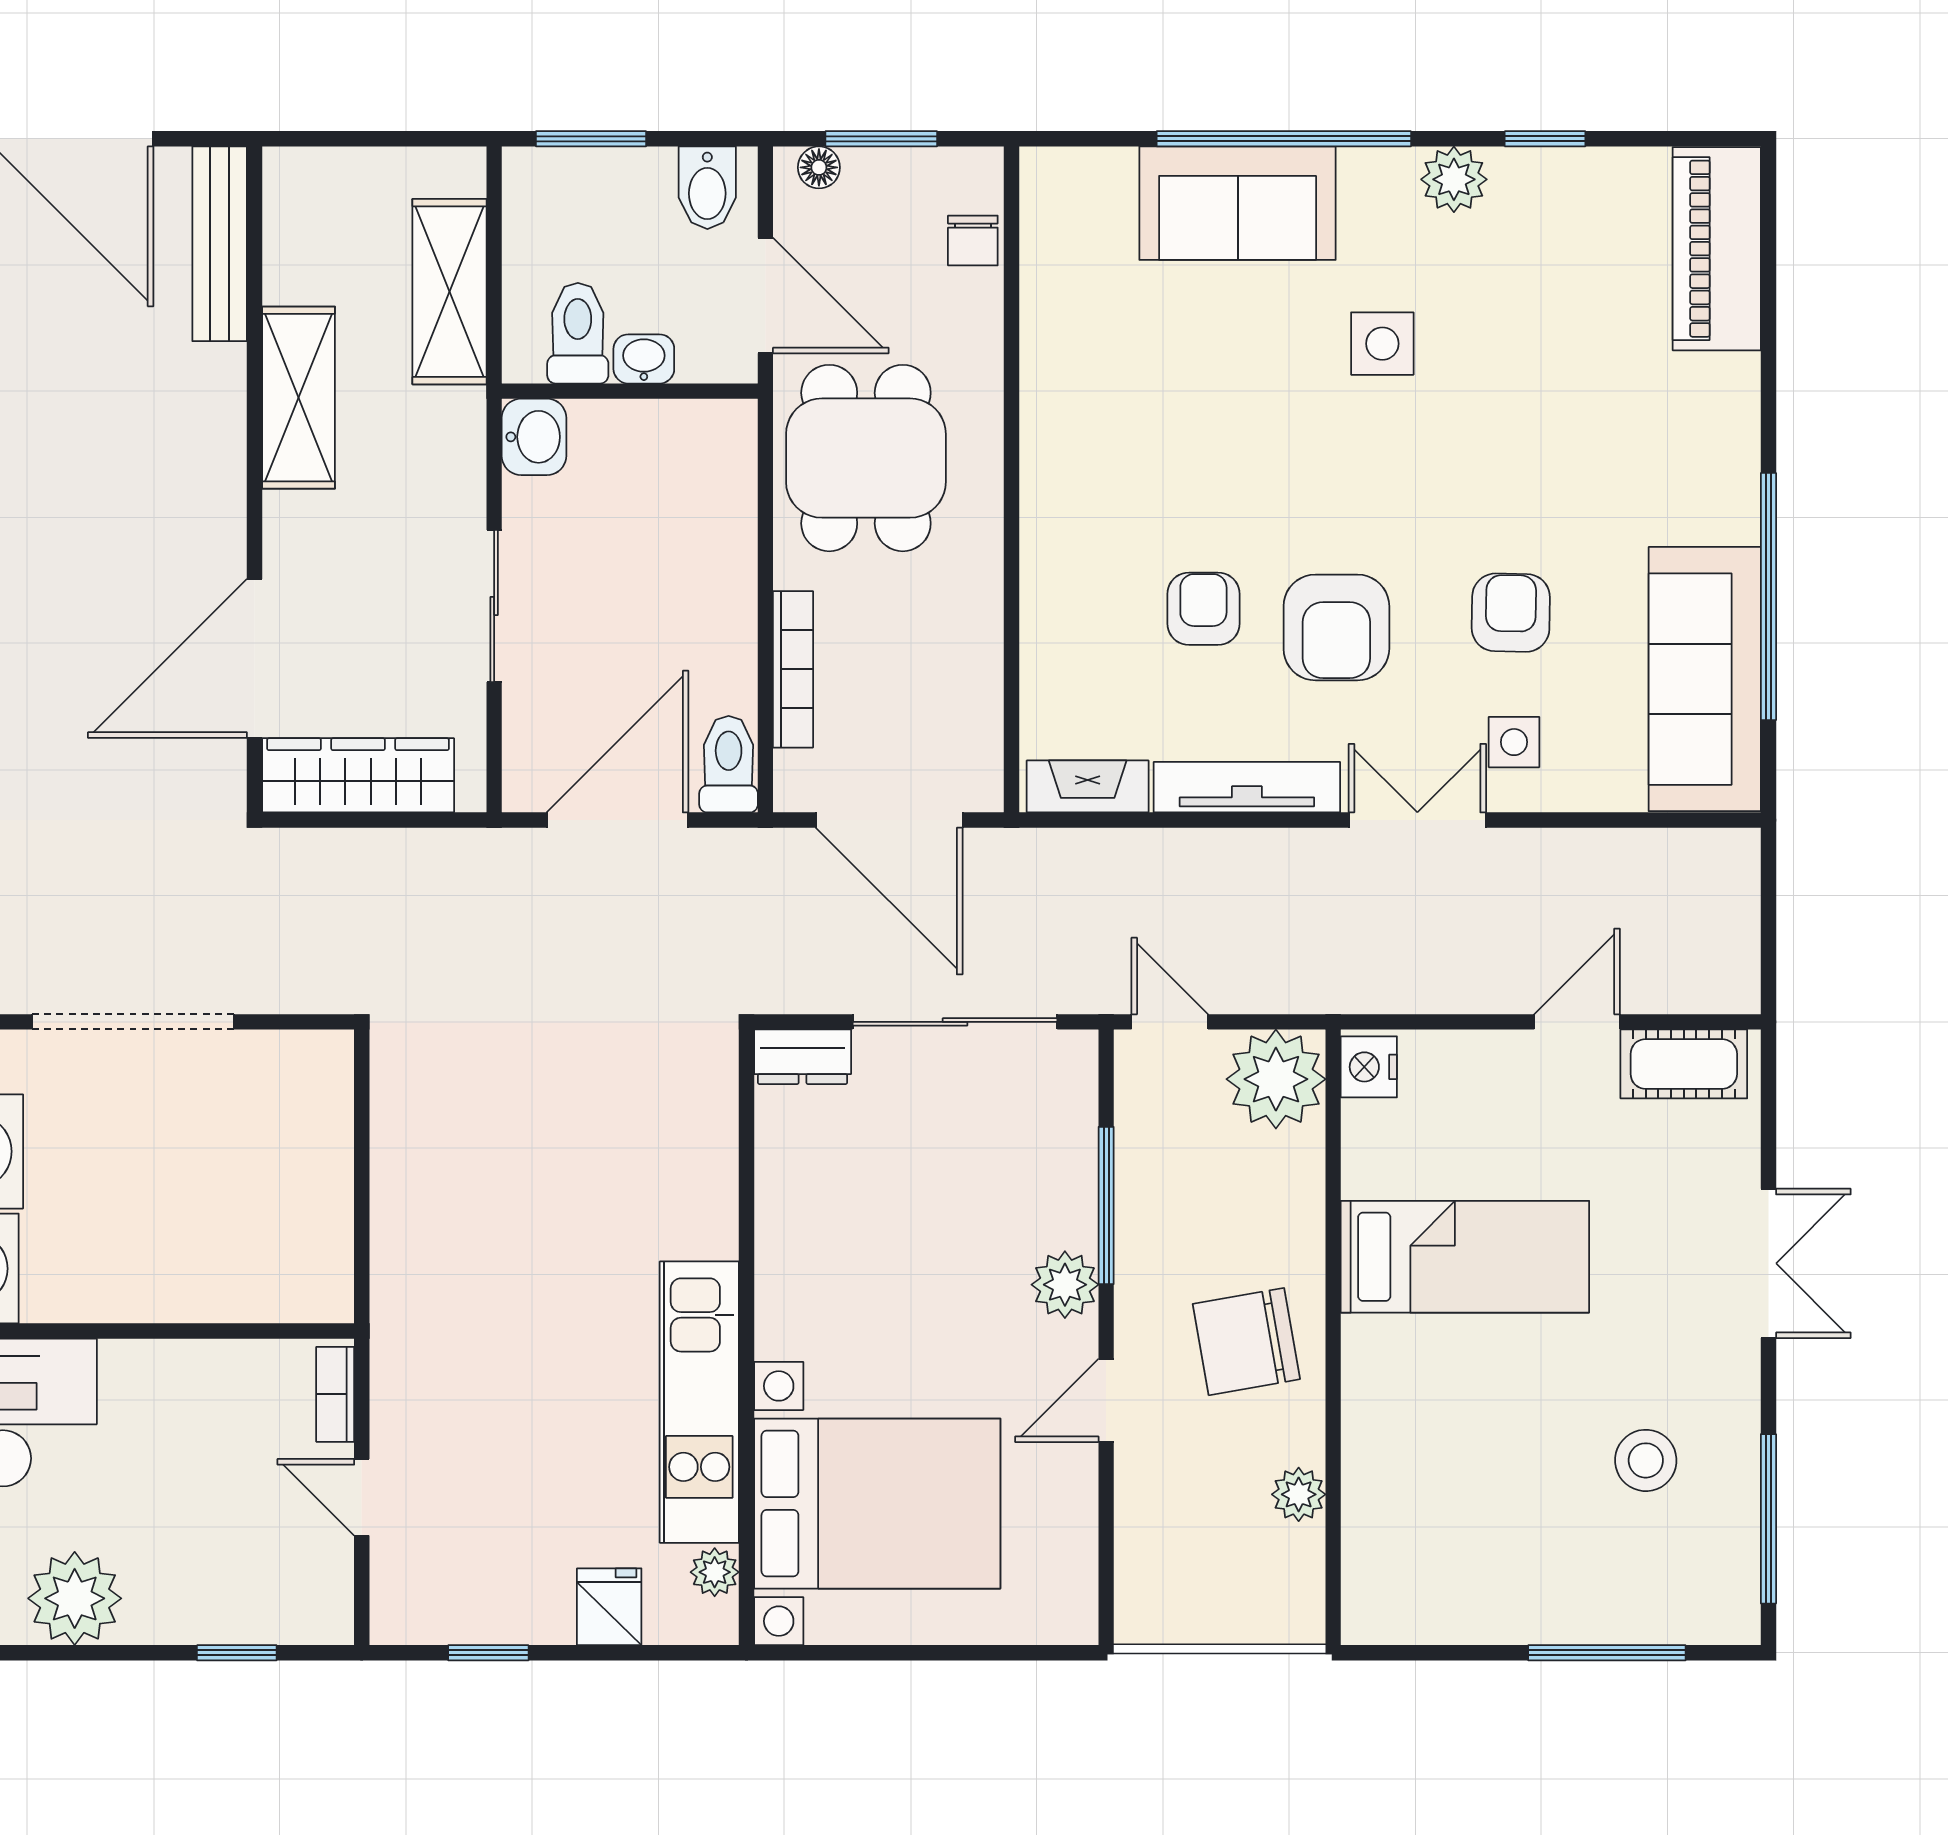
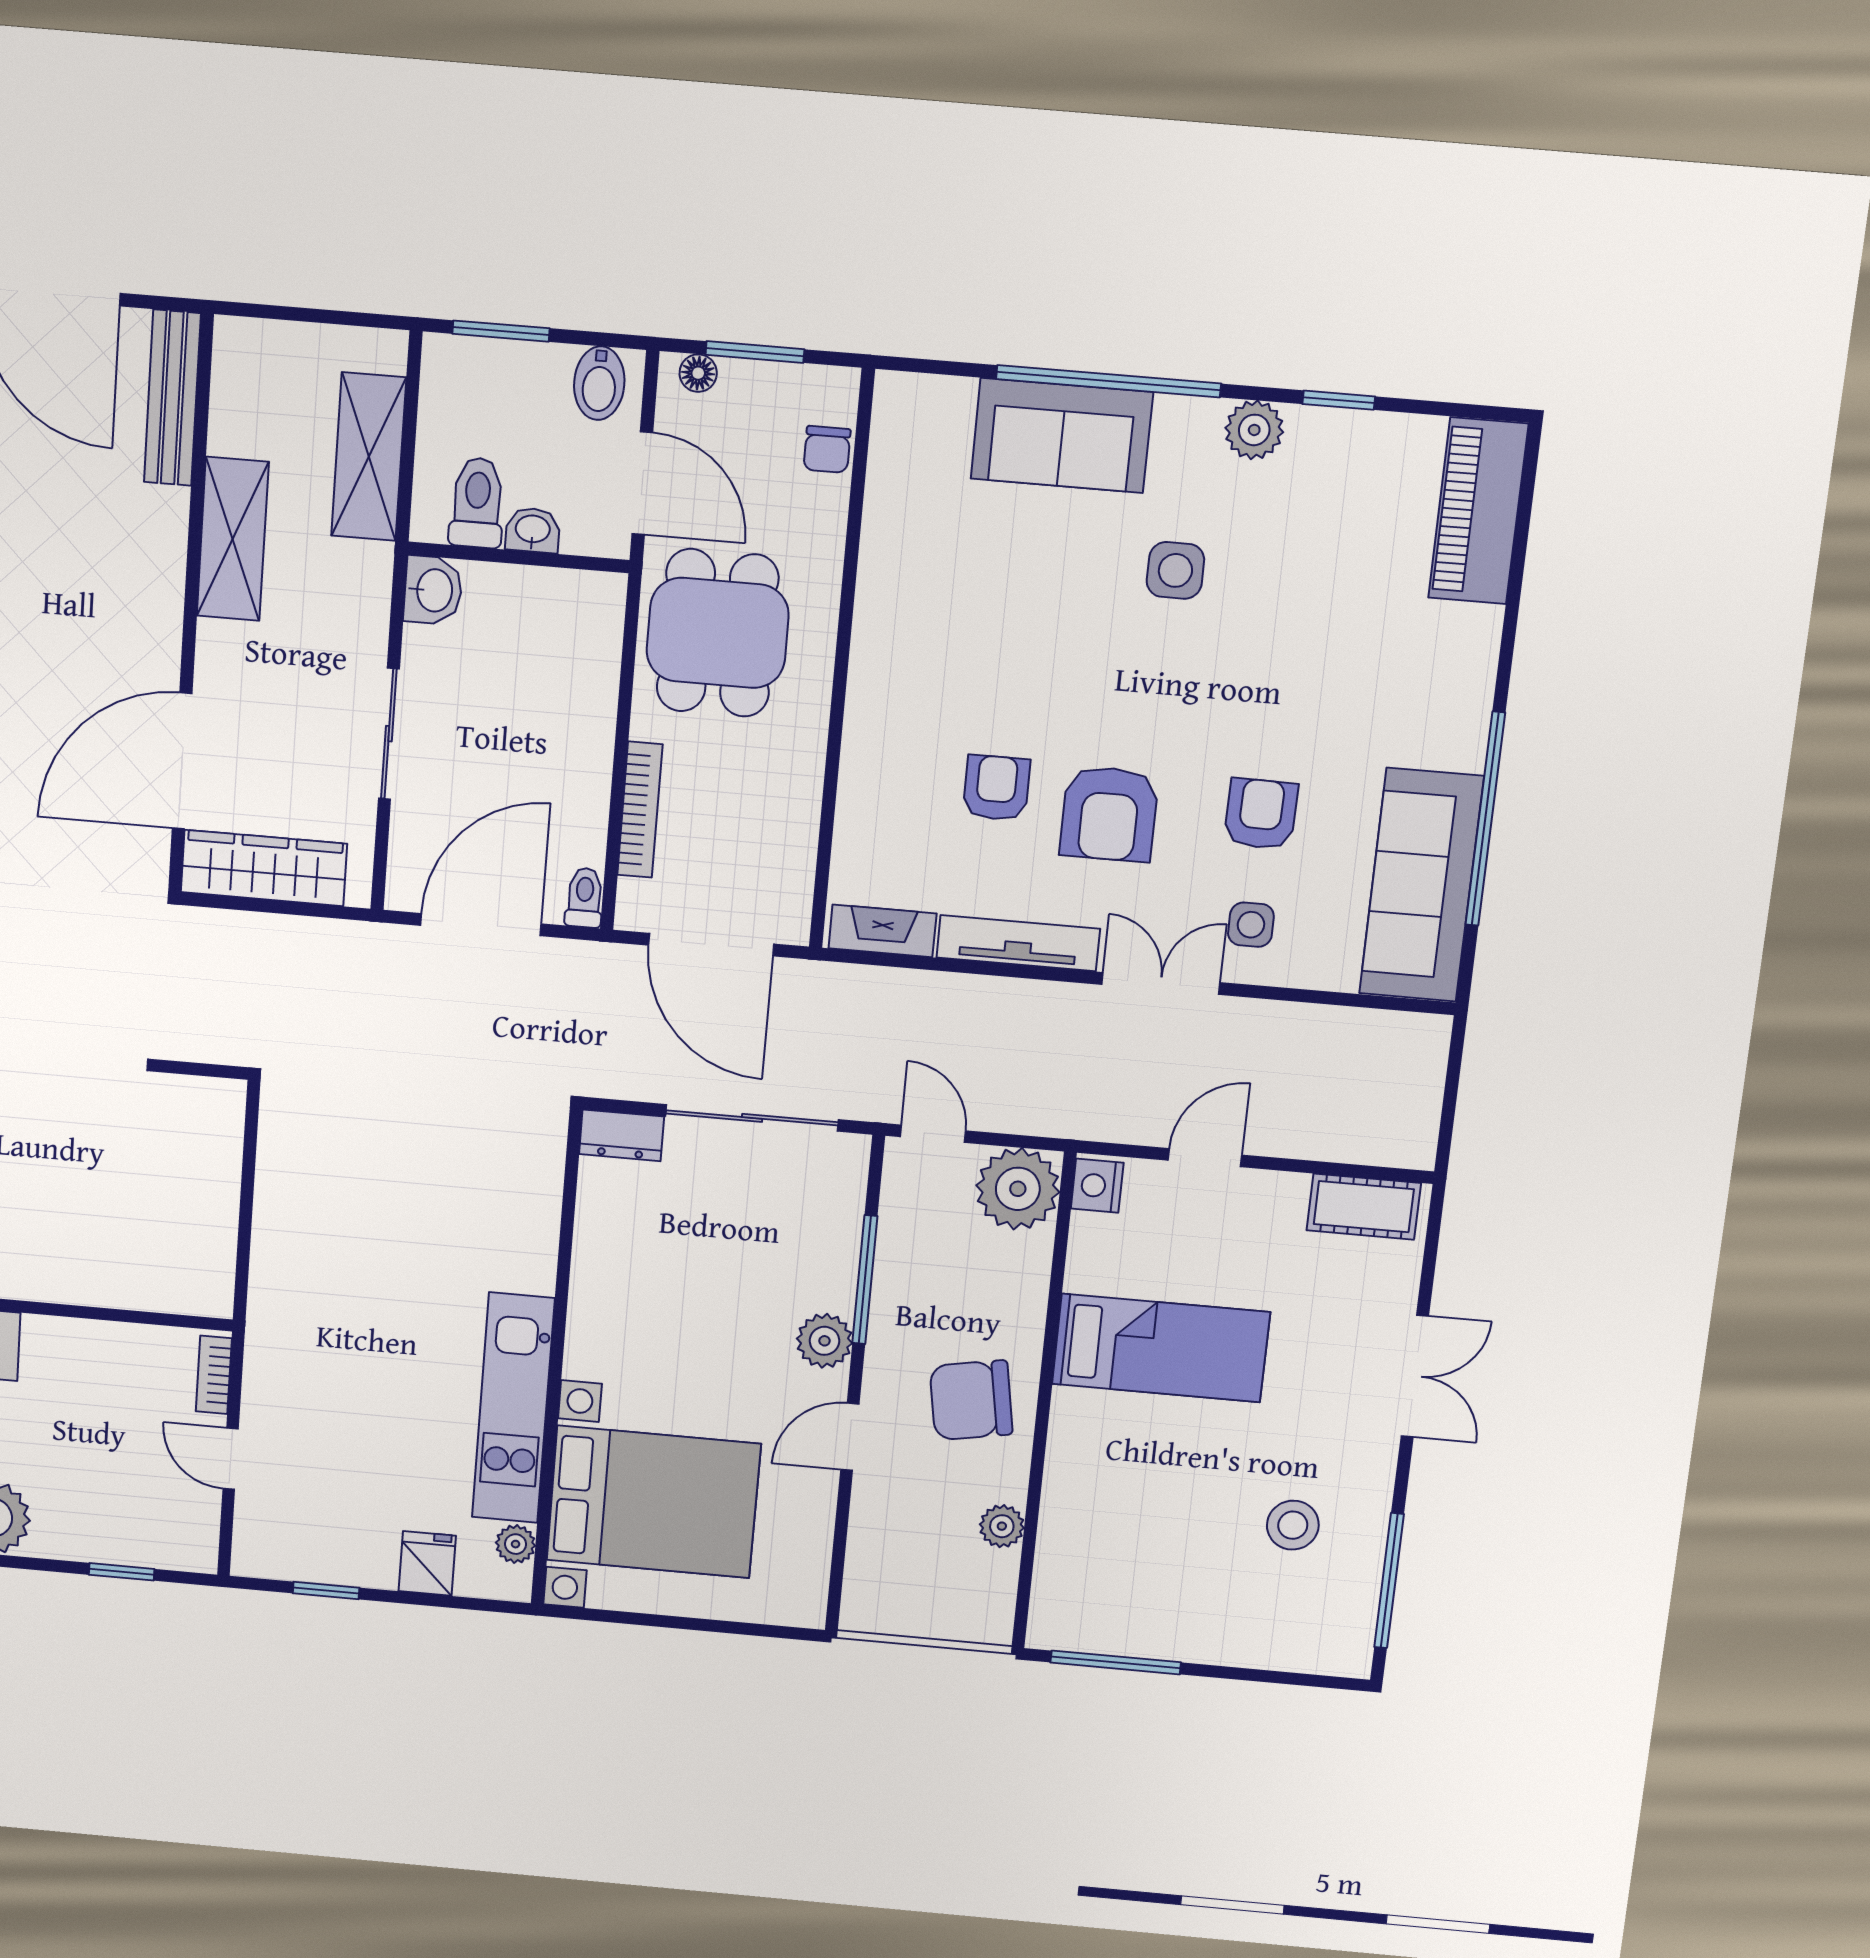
toilet: (729, 764) -> (584, 898), width x0.73, depth x0.72
door: (1577, 1022) -> (1205, 1158), moved
window: (1607, 1653) -> (1116, 1662), moved

